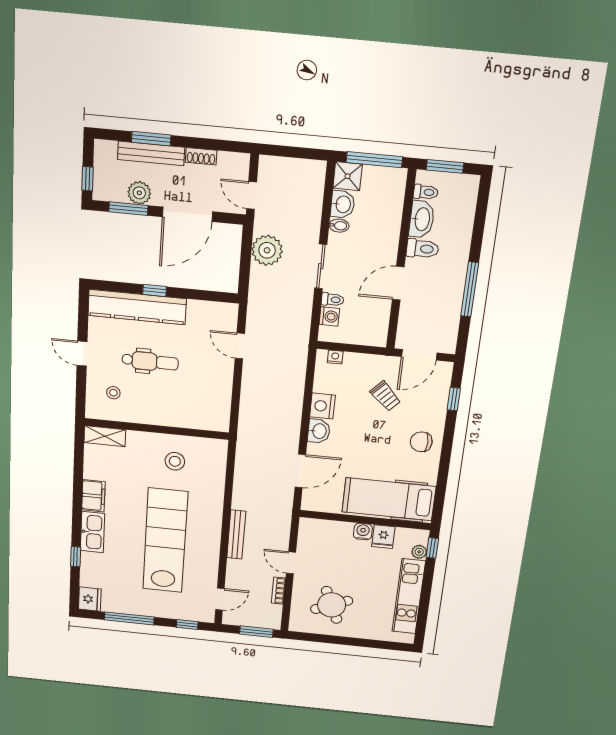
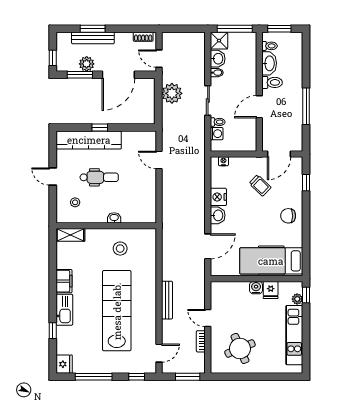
shoe rack: (201, 156) -> (143, 37), moved
washbasin: (169, 419) -> (114, 218), added

